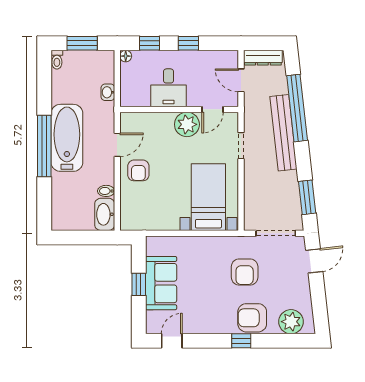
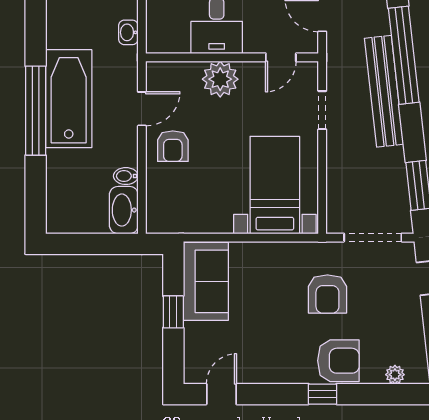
plant: (187, 124) -> (220, 79), moved
sofa: (161, 283) -> (206, 281), moved
armchair: (252, 318) -> (338, 361), turned 180
plant: (291, 322) -> (395, 375), width x0.53, depth x0.53

